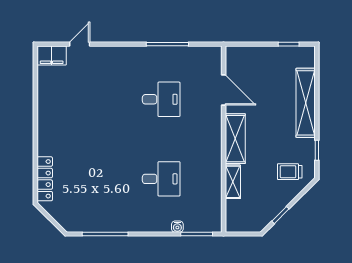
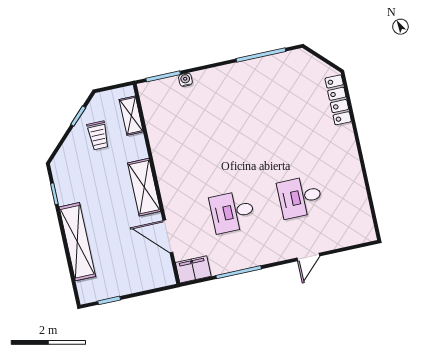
door: (80, 44) -> (308, 257), moved
filing cabinet: (52, 56) -> (193, 269), moved
trolley: (290, 172) -> (98, 135), moved, turned 90
desk: (161, 179) -> (300, 197), moved
shelving: (233, 182) -> (131, 116), moved

